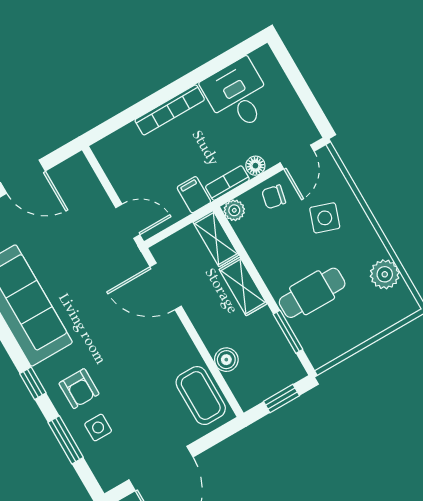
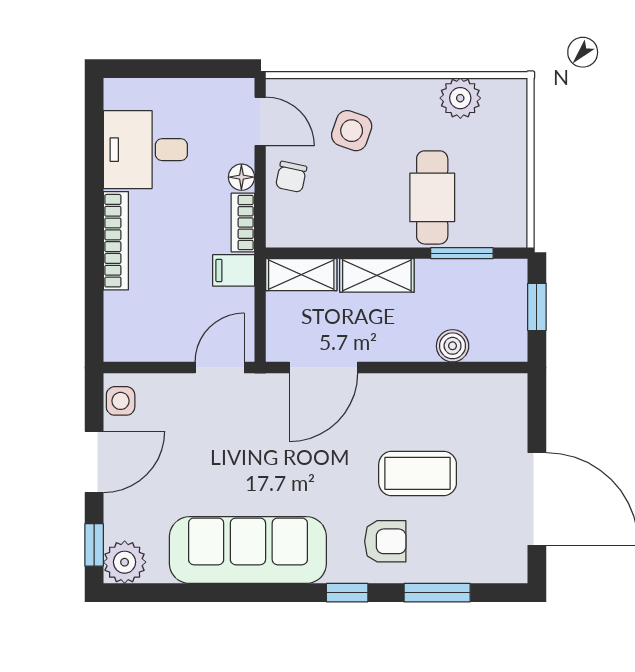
plant: (234, 210) -> (280, 233), removed
coffee table: (201, 396) -> (418, 473), moved
side table: (98, 428) -> (121, 401), moved

